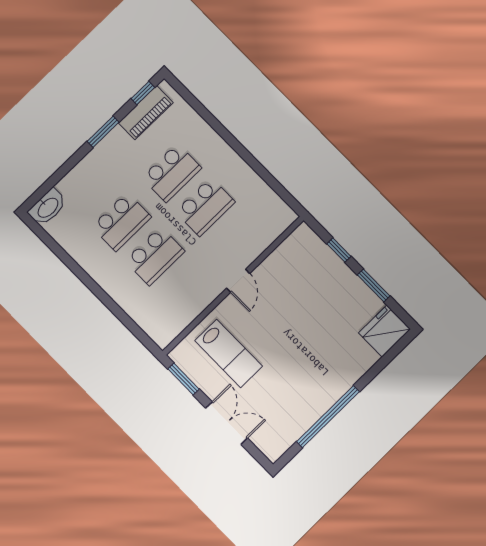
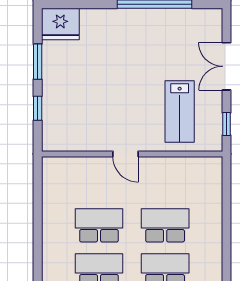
door: (238, 281) -> (126, 154), swing flipped
lab bench: (229, 353) -> (180, 112), turned 180
window: (184, 379) -> (227, 124), width x0.67

